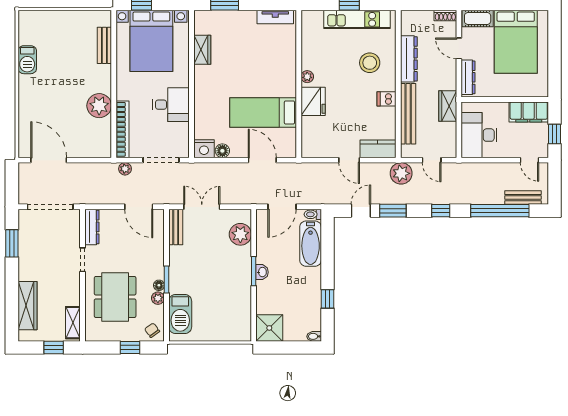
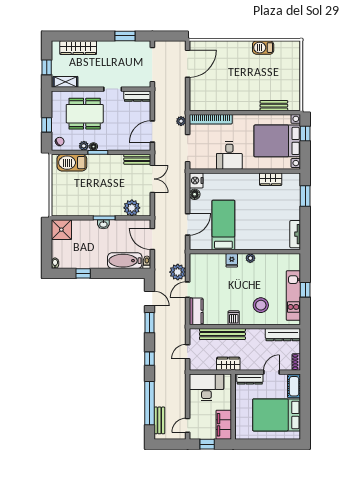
dresser: (409, 59) -> (283, 335), moved
fridge: (313, 101) -> (232, 260), width x0.53, depth x0.75
plant: (99, 106) -> (229, 102), removed
plant: (401, 173) -> (178, 272), moved

